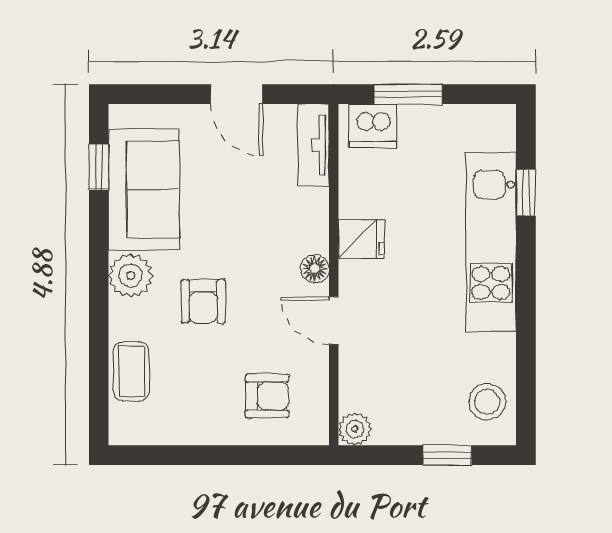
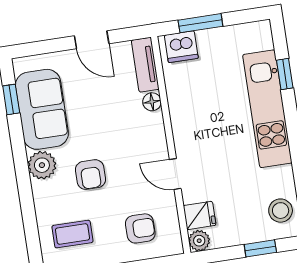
fridge: (361, 239) -> (200, 215), moved
floor lamp: (315, 269) -> (152, 102), moved
coffee table: (131, 371) -> (72, 234), moved, turned 90

